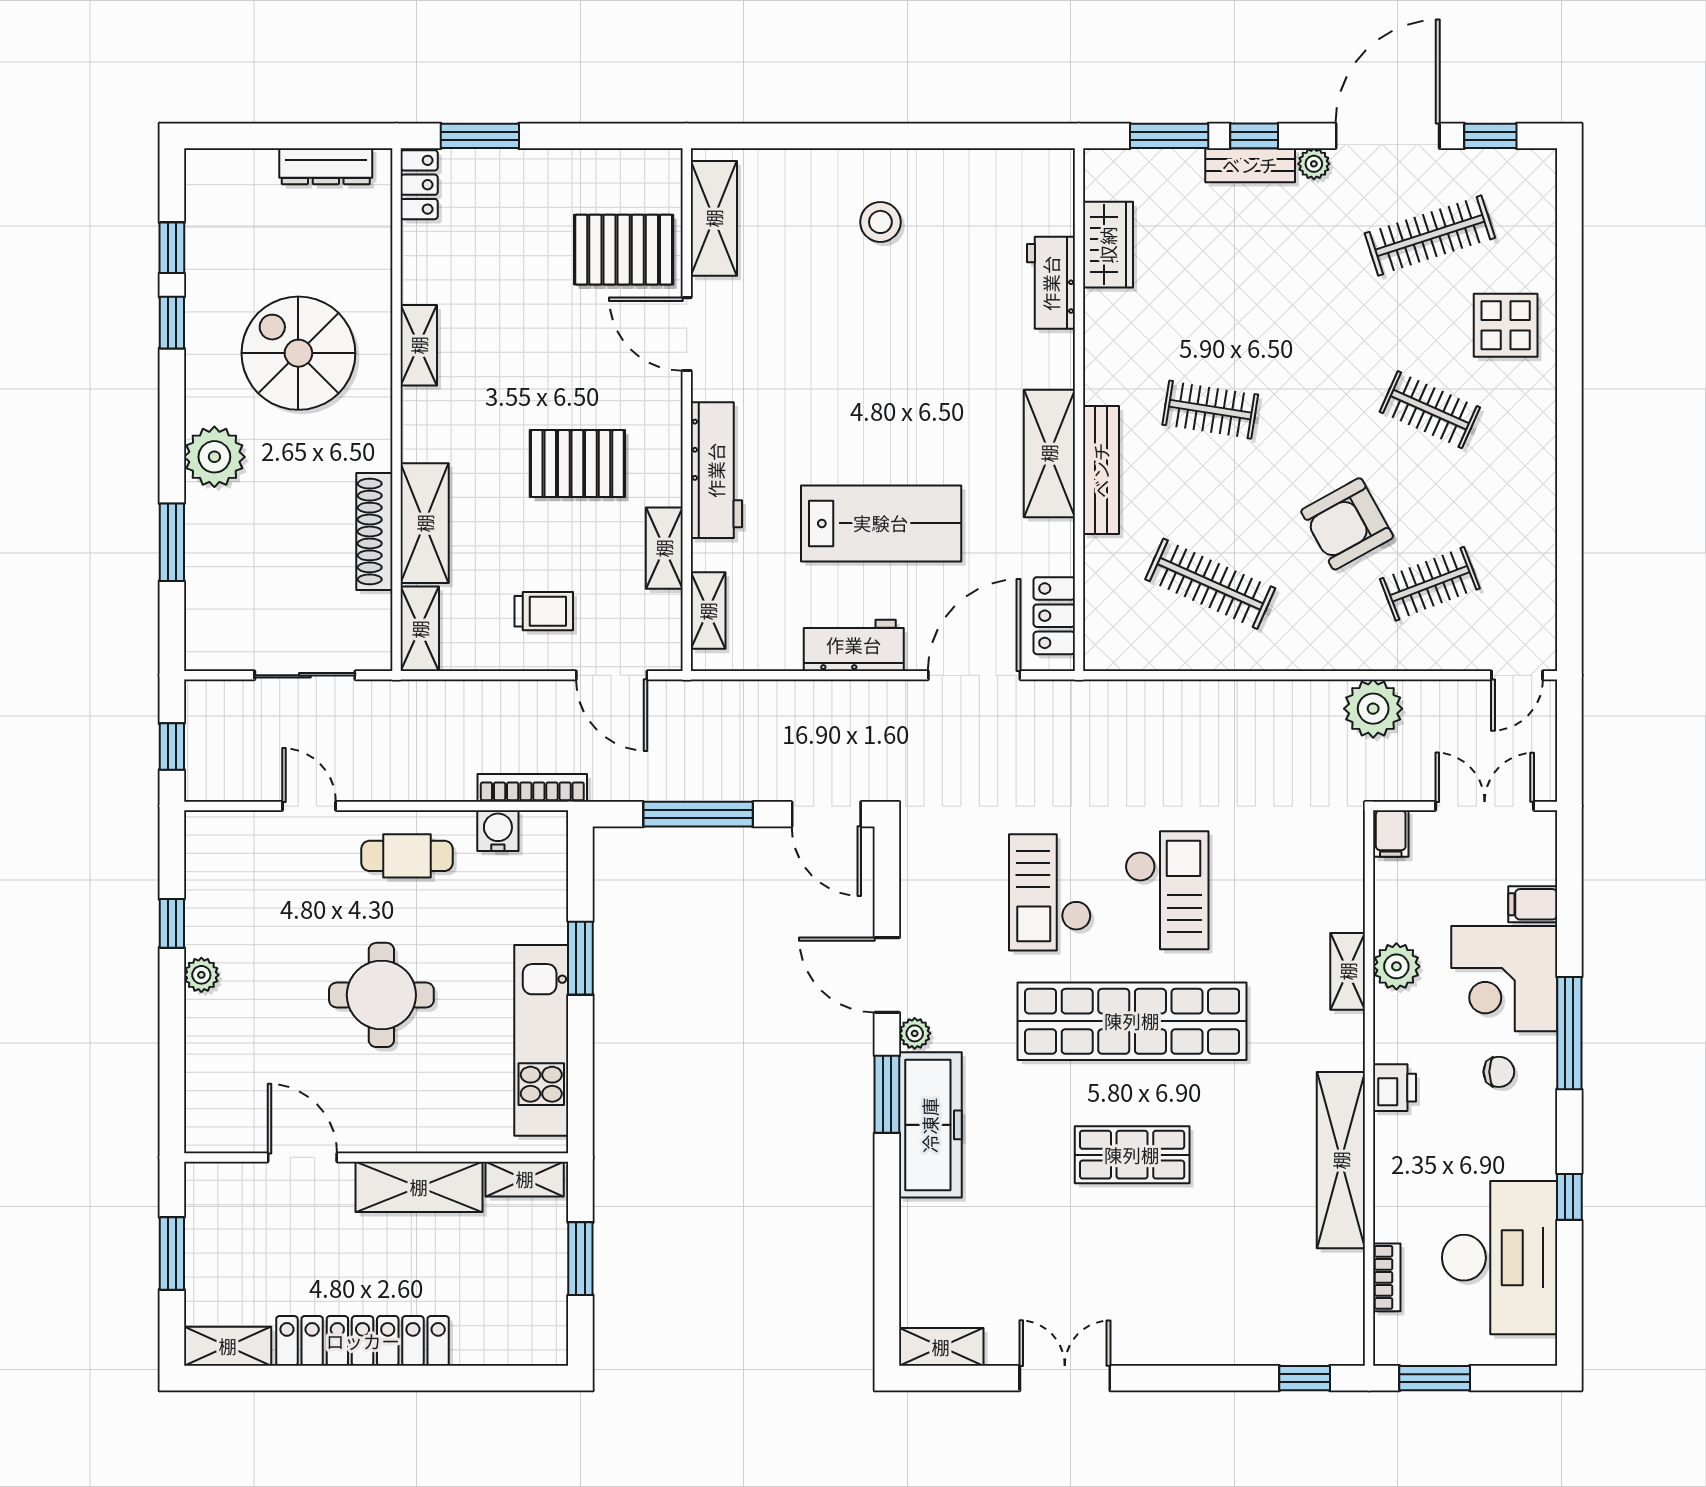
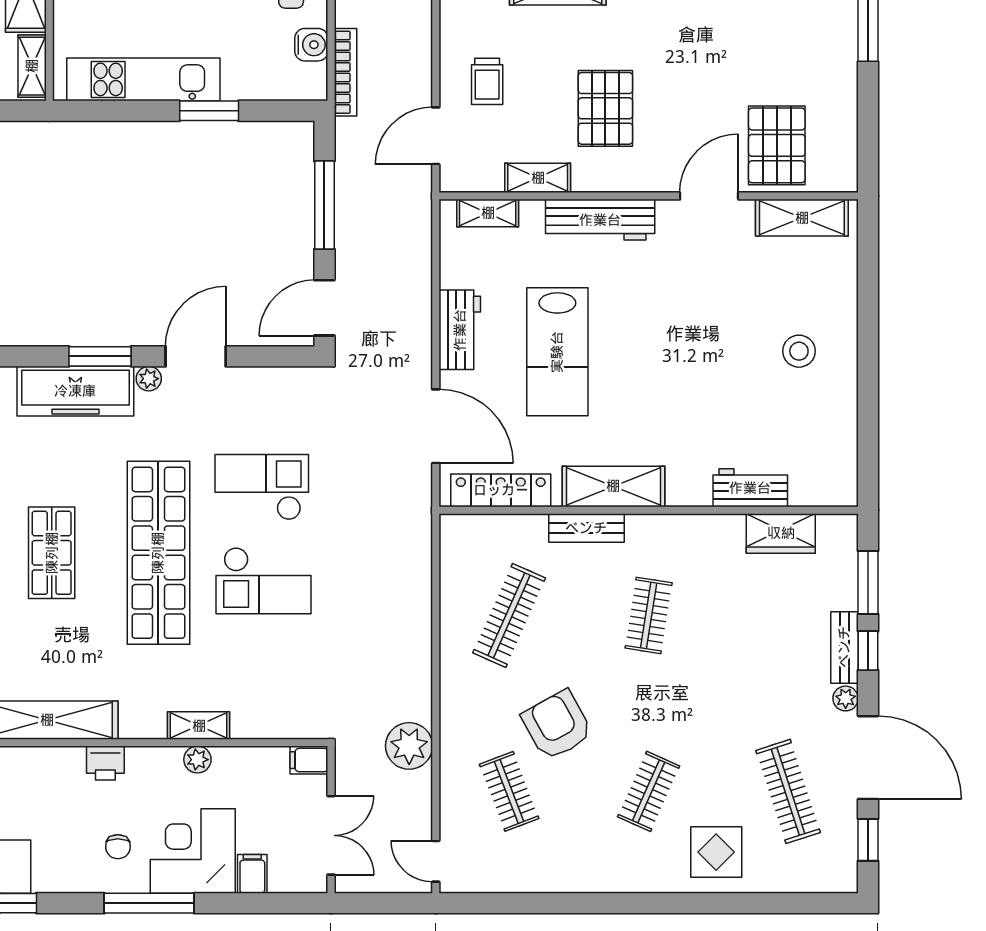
bench: (1101, 470) -> (586, 528), width x0.73
locker: (1054, 616) -> (501, 490), width x1.53
plant: (1396, 966) -> (197, 760), width x0.73, depth x0.73

